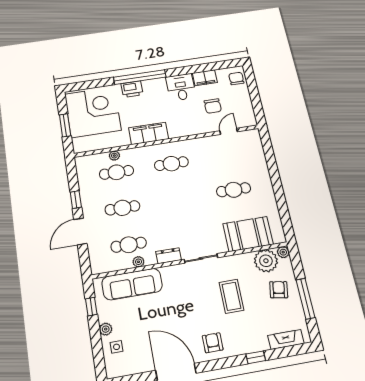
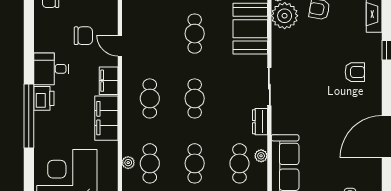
filing cabinet: (205, 78) -> (109, 81), moved, turned 180
printer: (132, 89) -> (44, 98), moved
door: (229, 131) -> (120, 46), moved
cafe table: (178, 199) -> (195, 98), added
coffee table: (231, 296) -> (317, 62), removed
armchair: (213, 343) -> (355, 72), moved, turned 180

